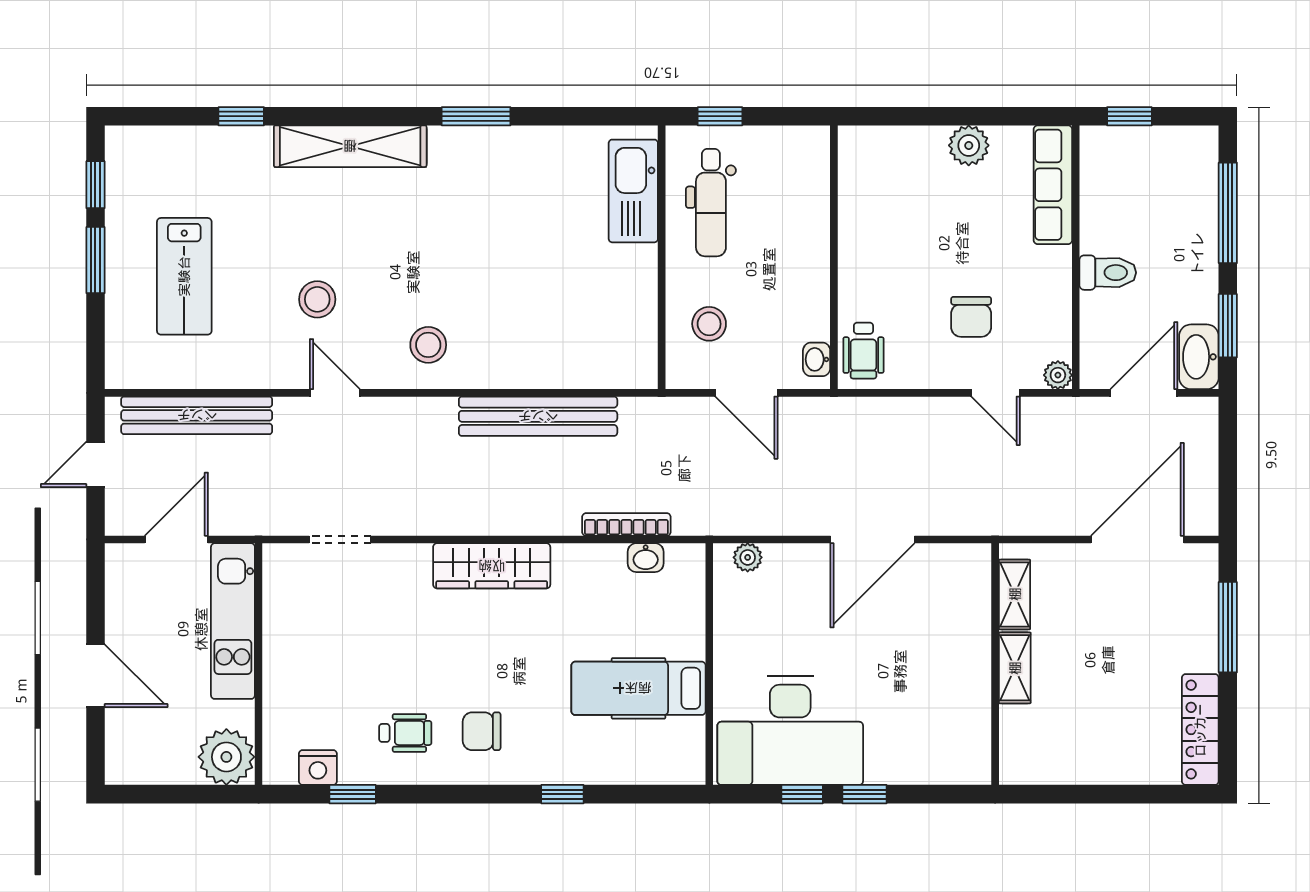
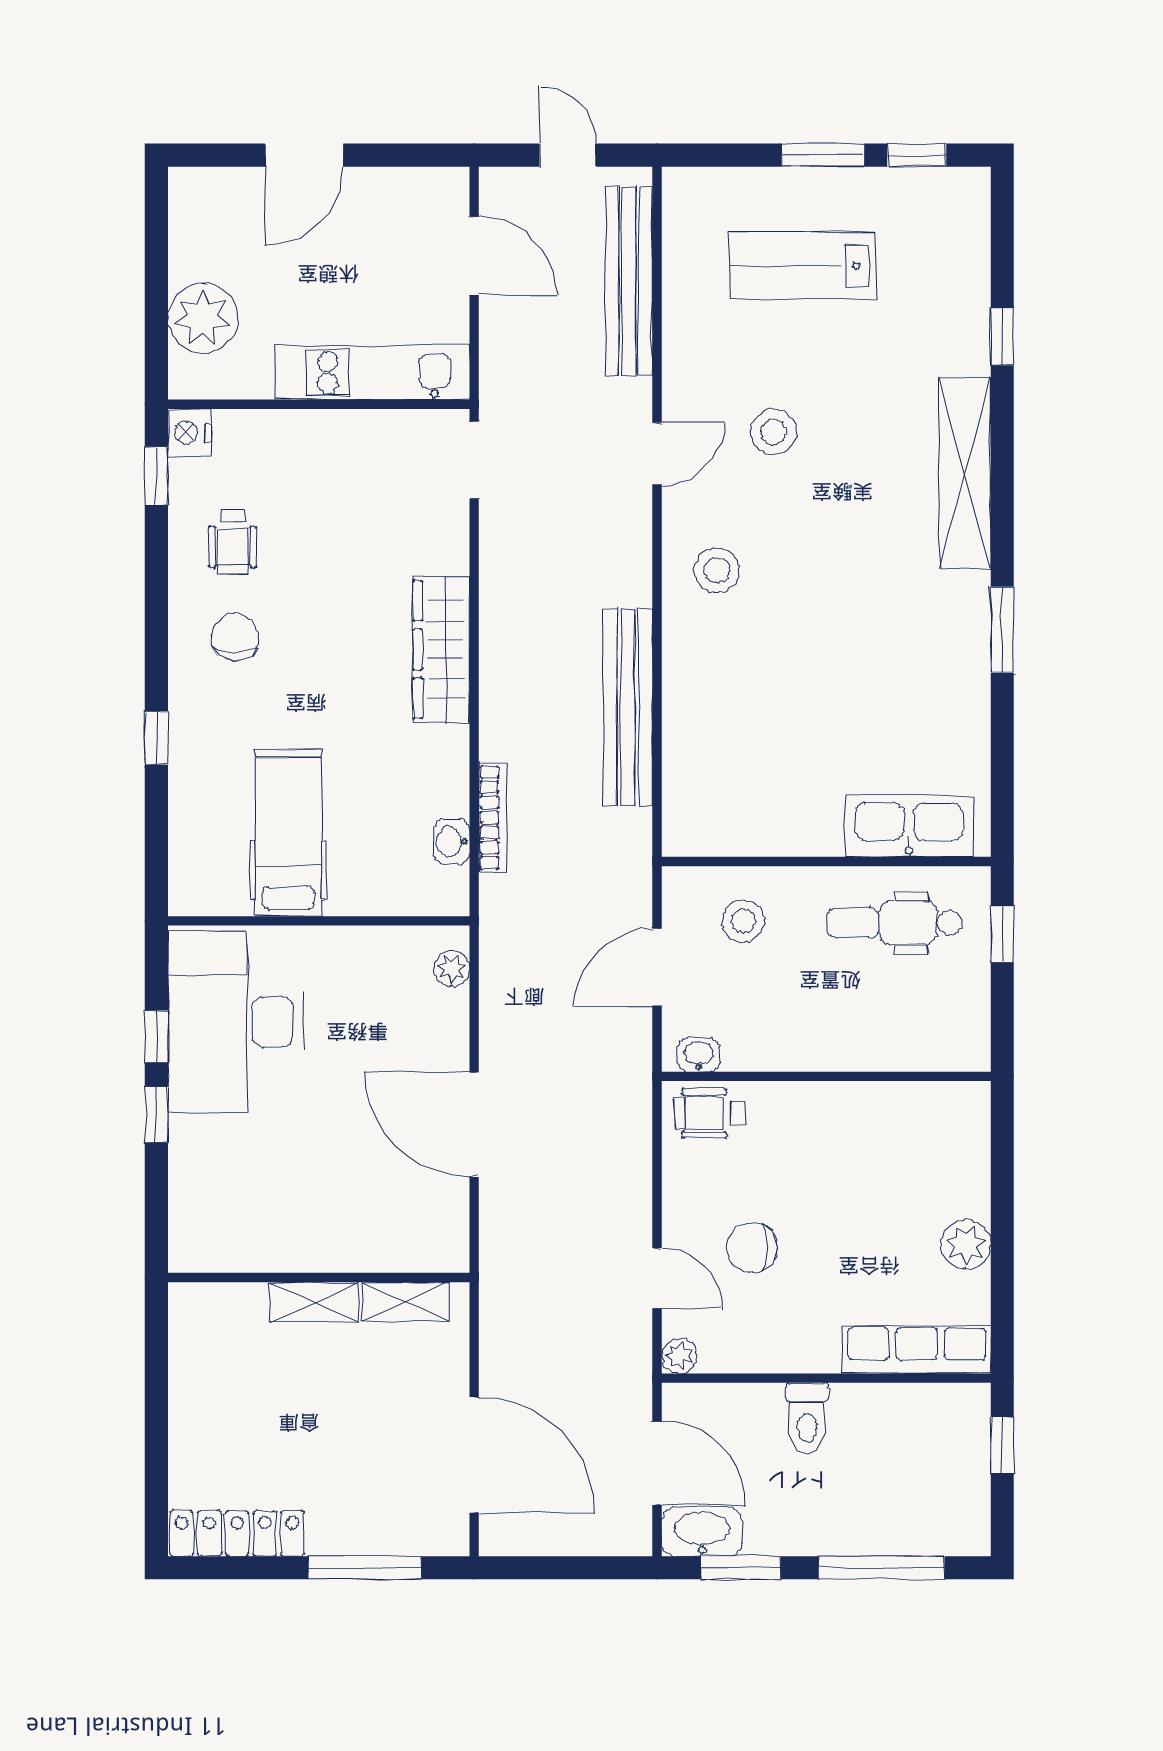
door: (996, 393) -> (657, 1278), swing flipped
kitchen unit: (233, 621) -> (372, 372), moved
wall: (259, 664) -> (319, 404), moved

